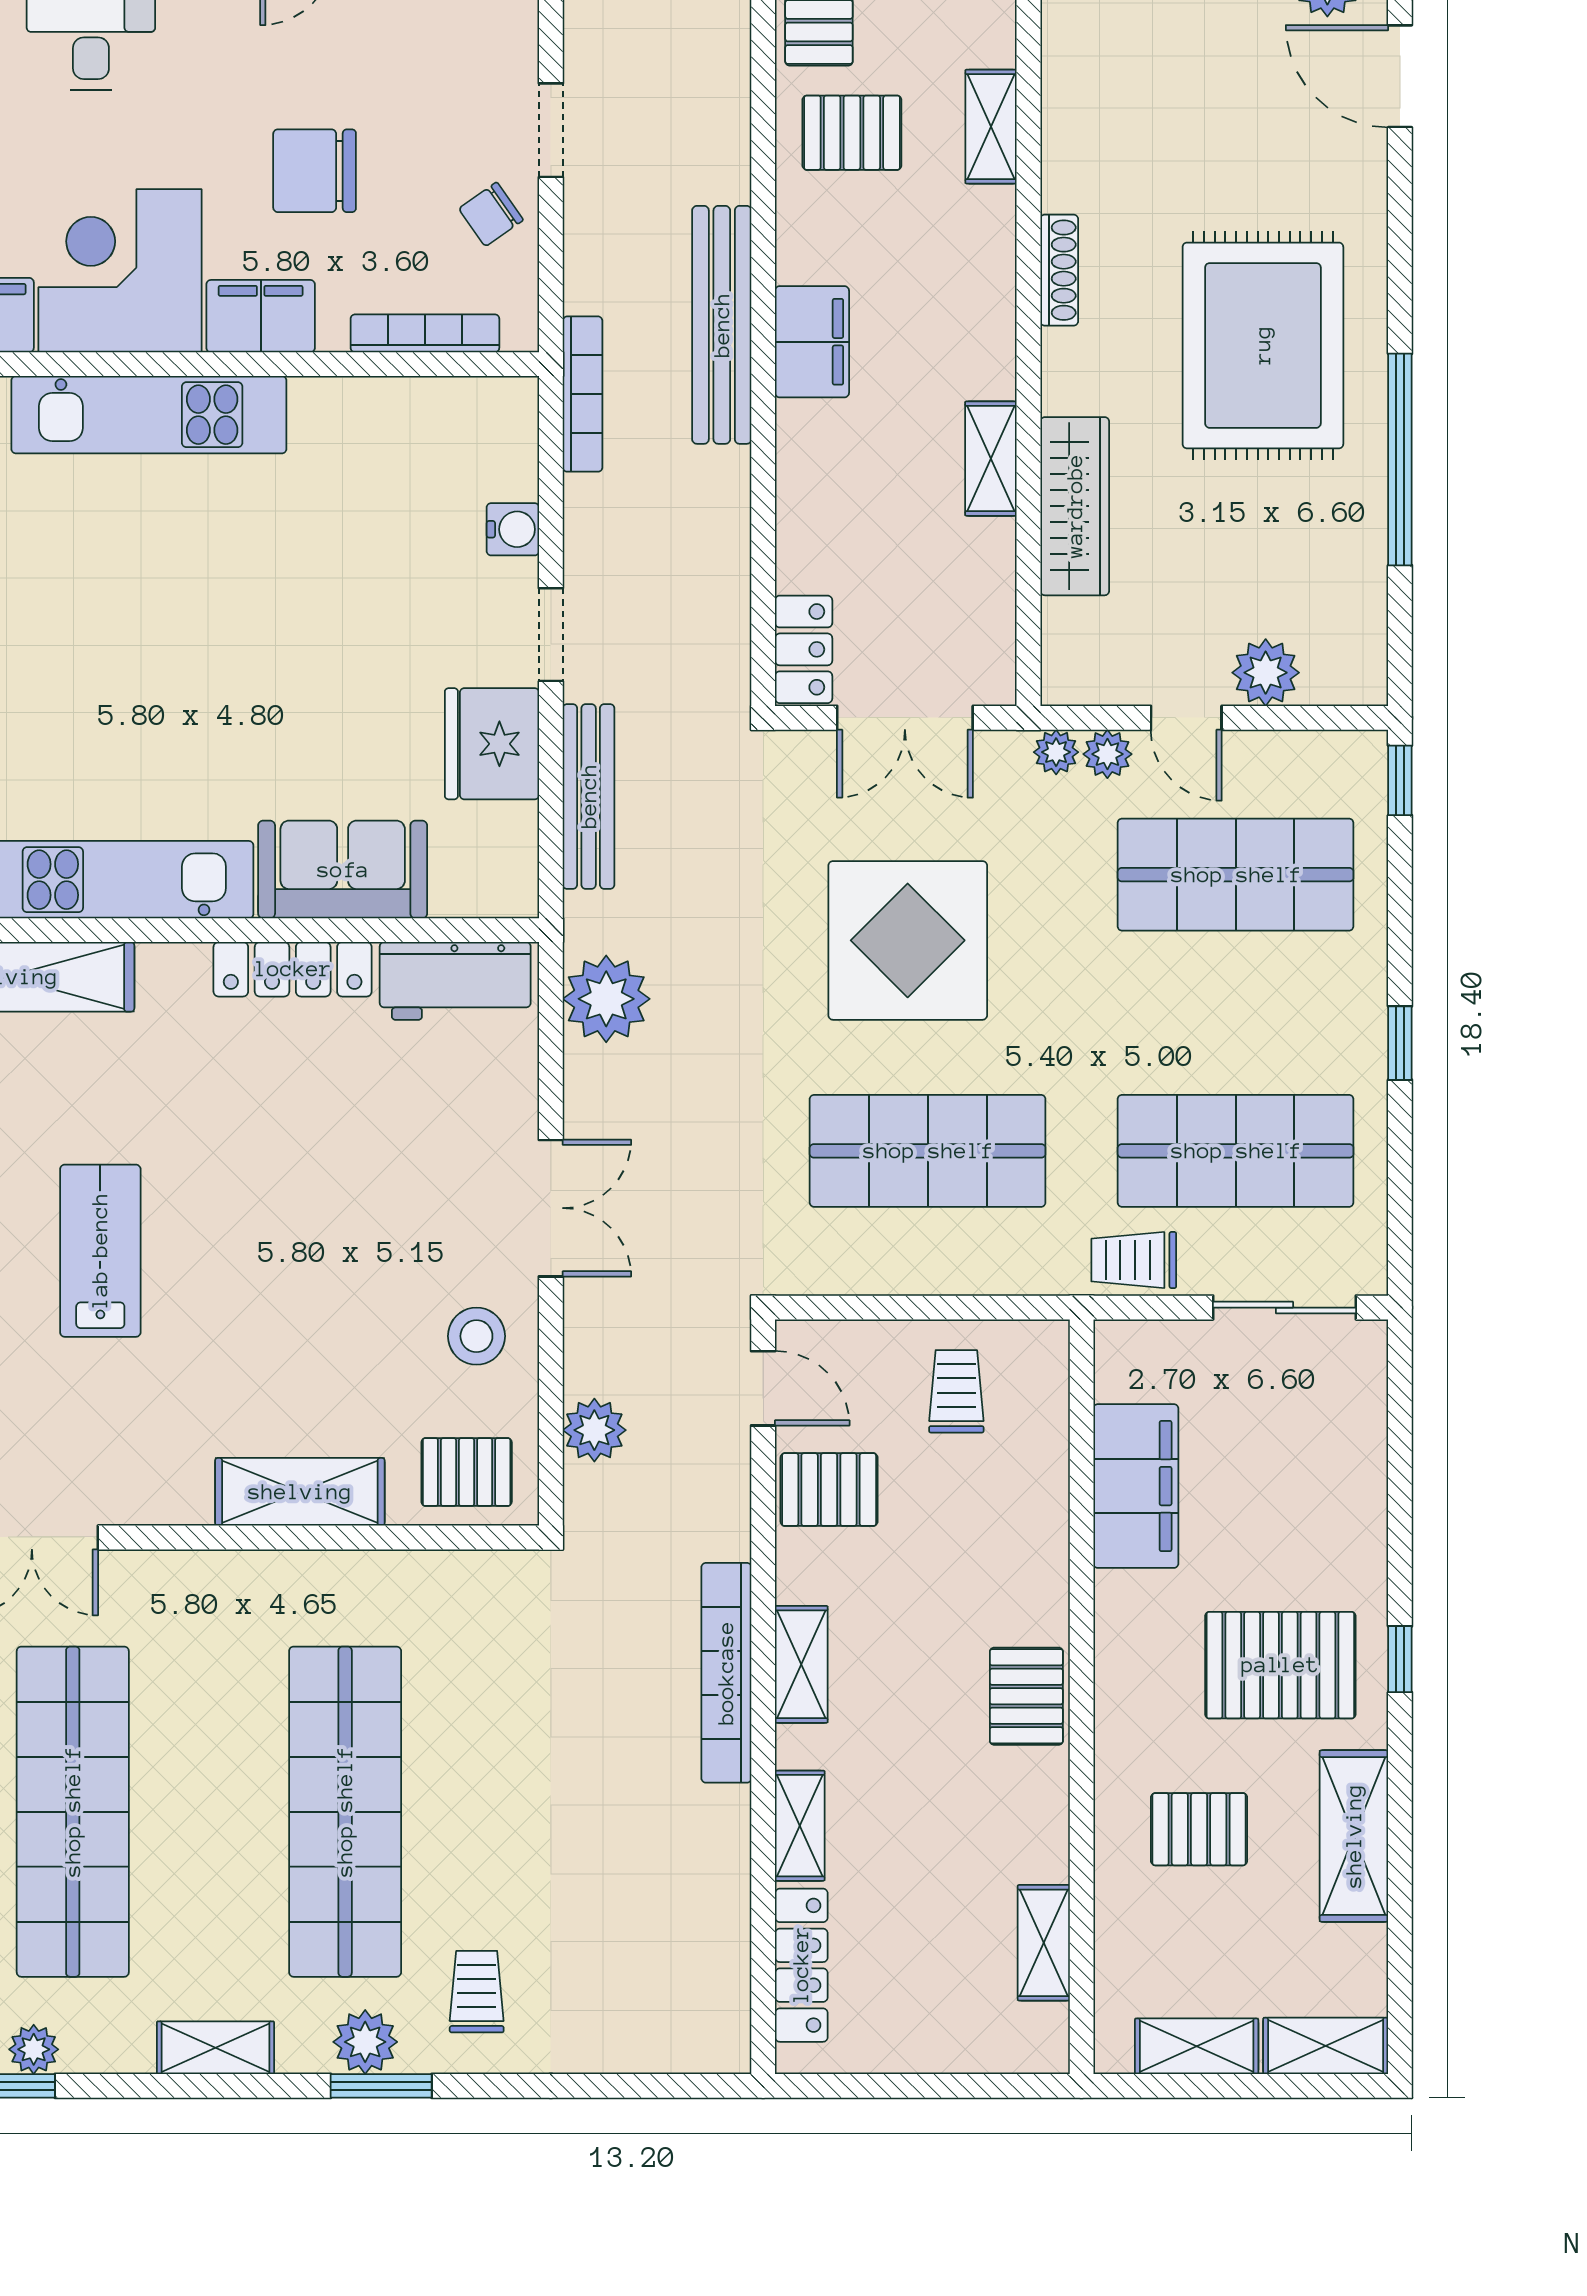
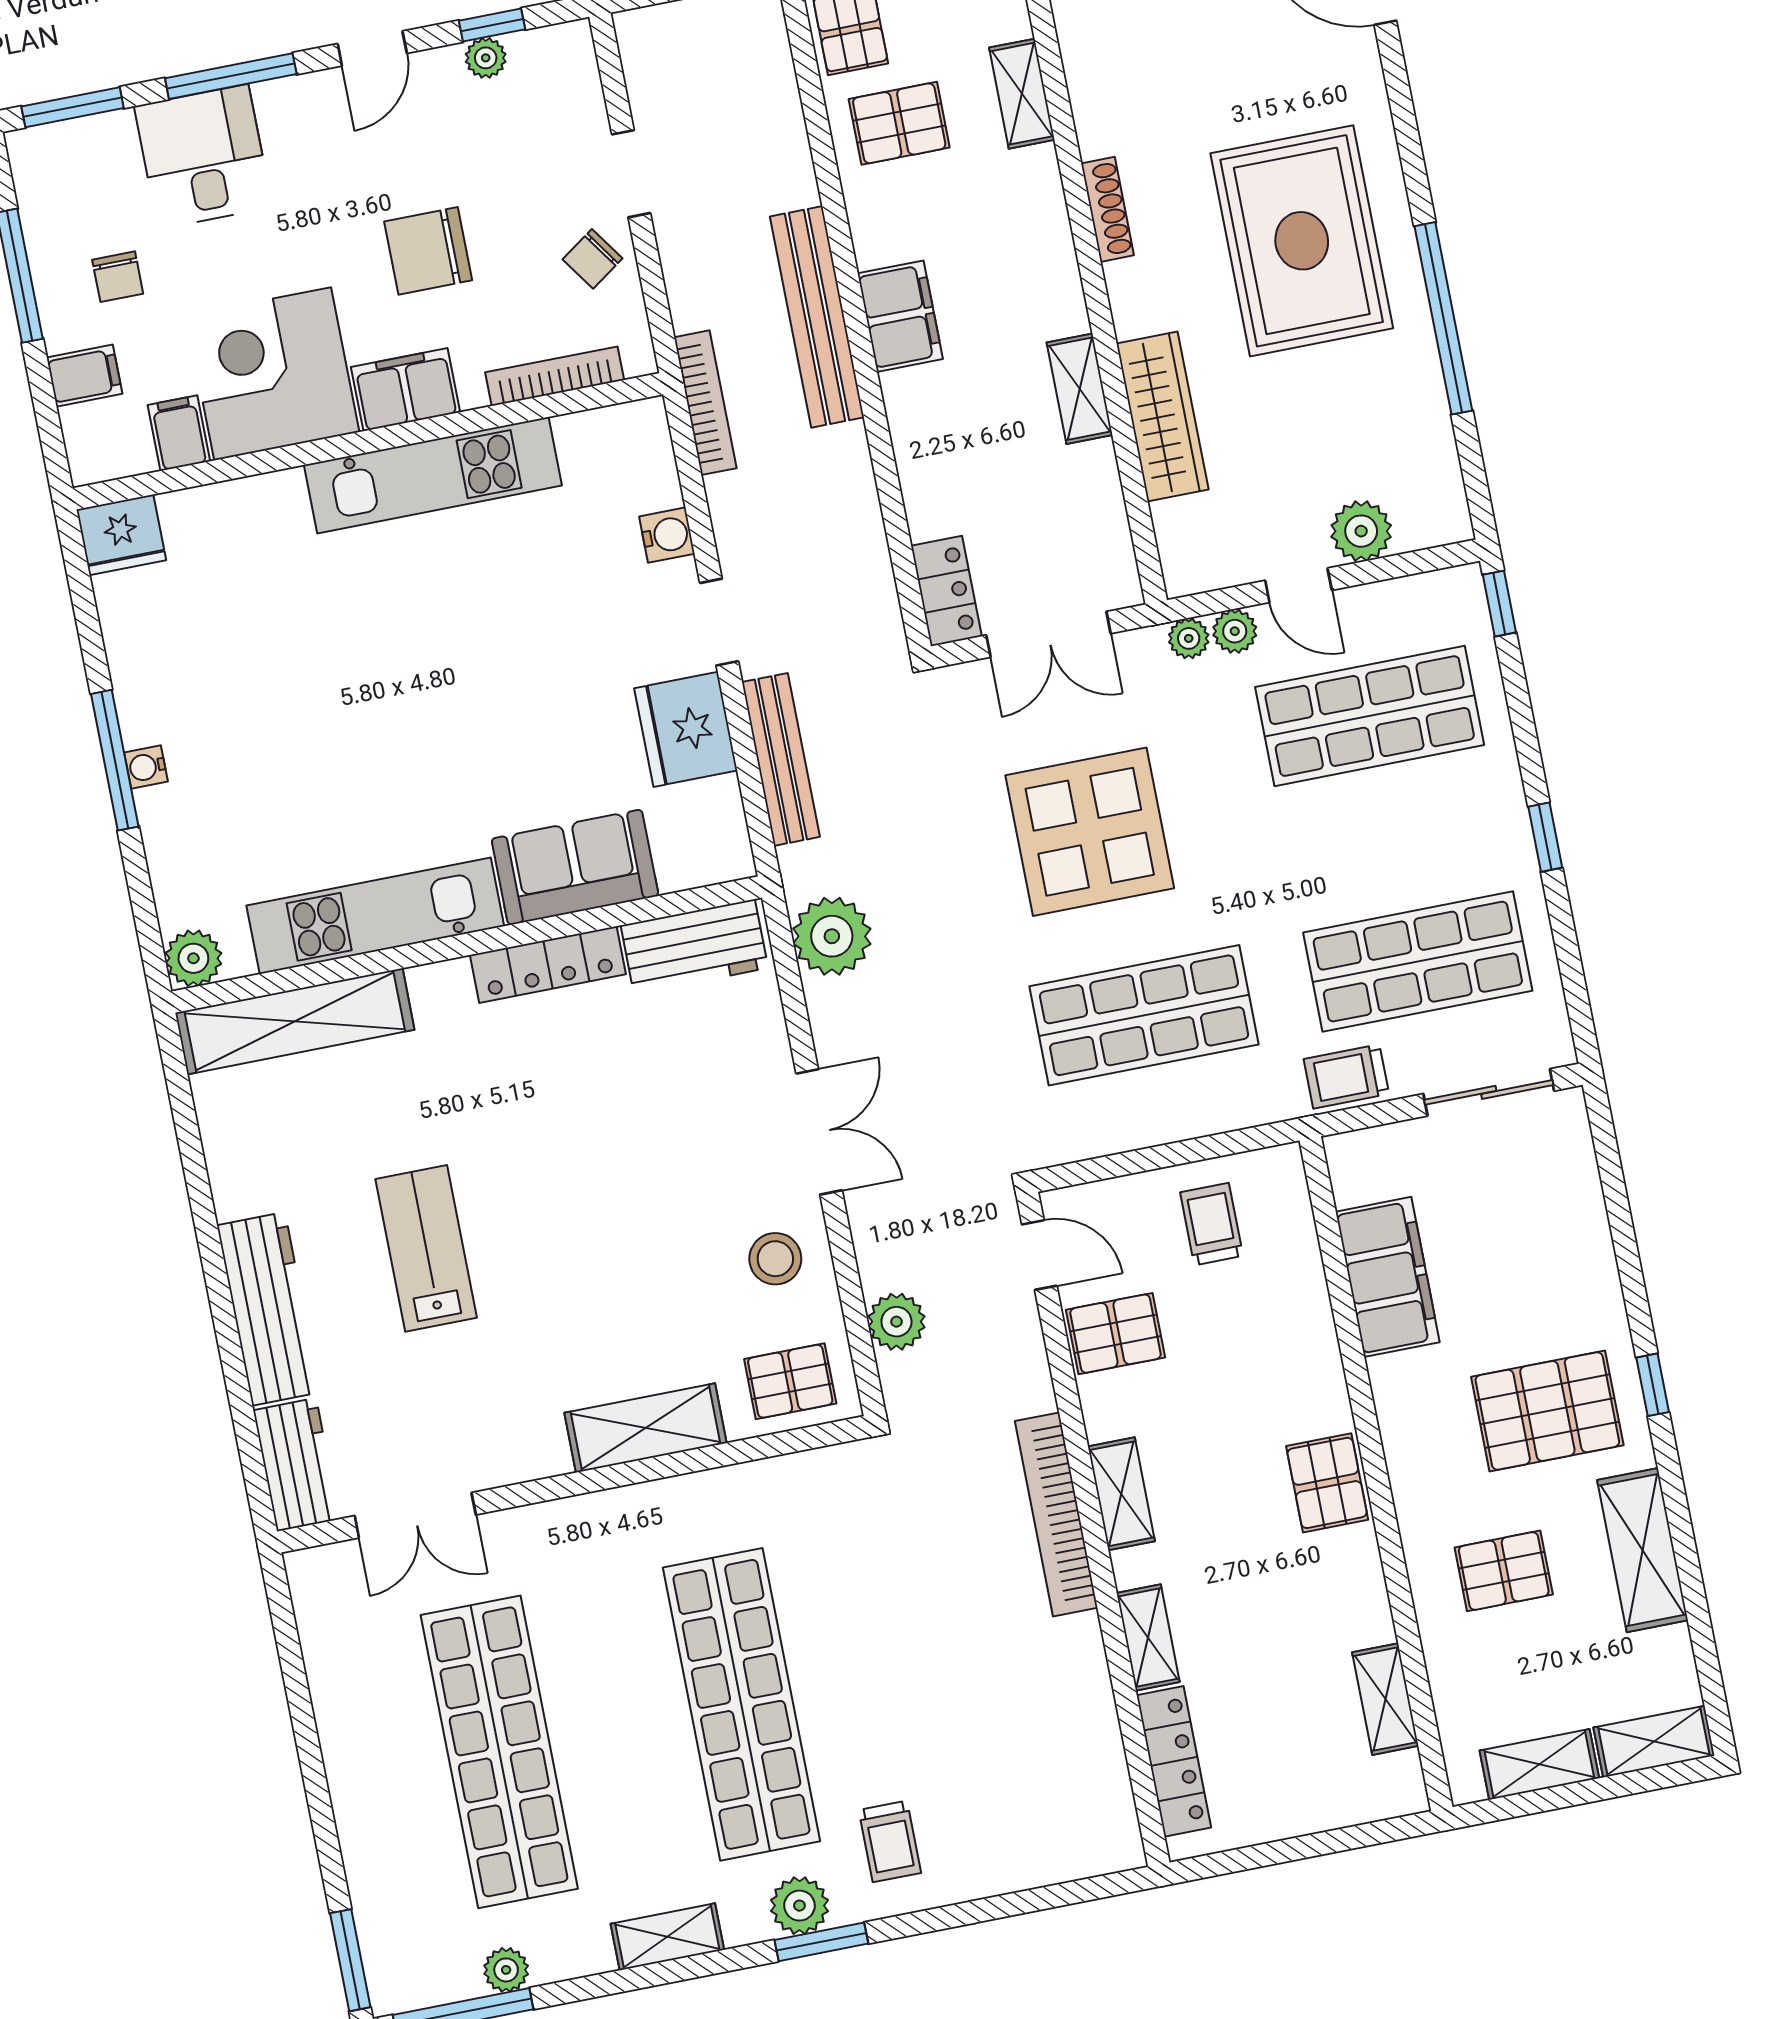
kitchen unit: (149, 415) -> (433, 475), moved
trolley: (477, 1992) -> (890, 1841), turned 180

